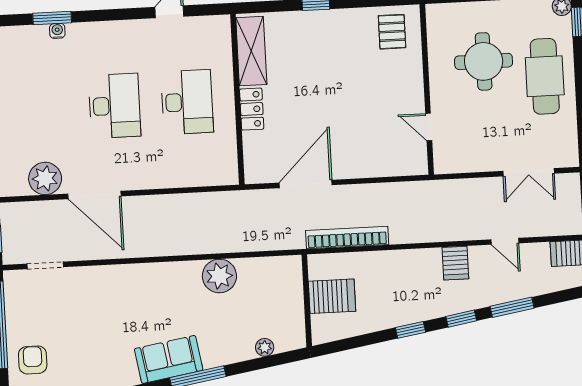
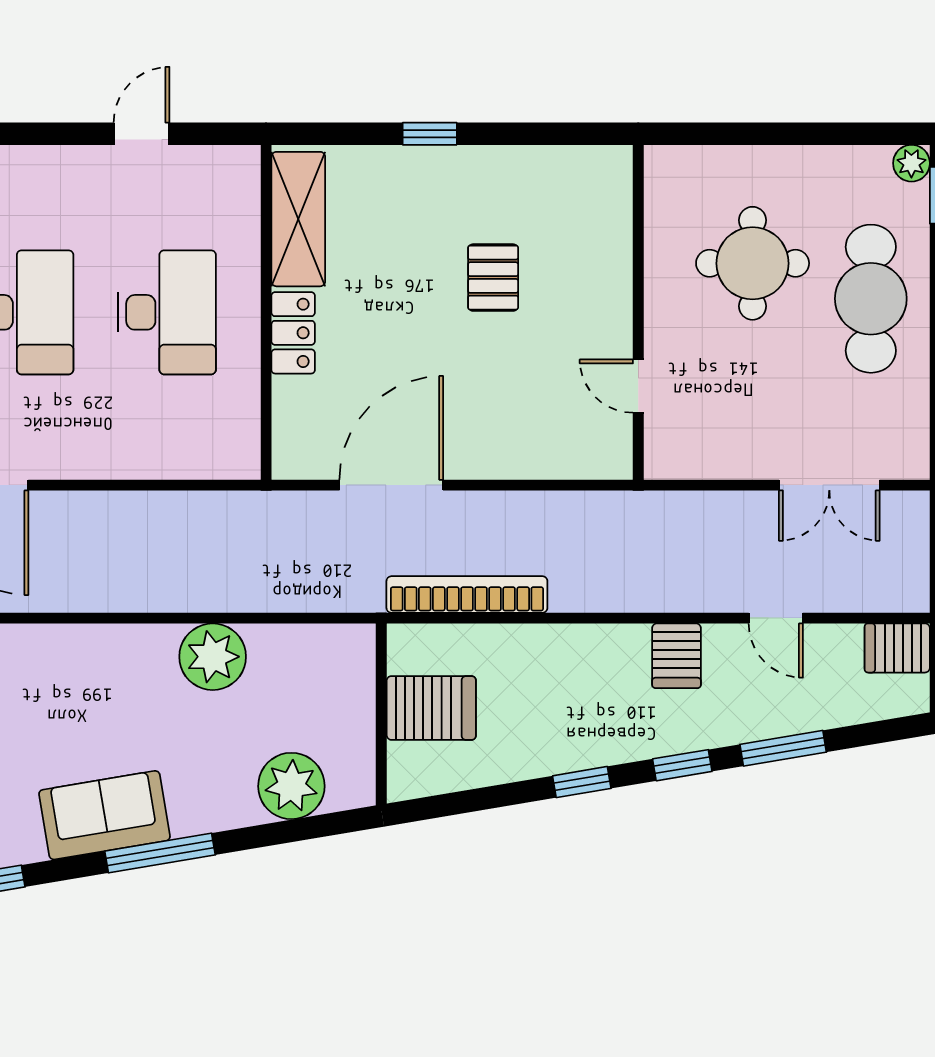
pallet: (392, 32) -> (493, 278), moved
plant: (265, 347) -> (291, 786), width x1.88, depth x1.88

